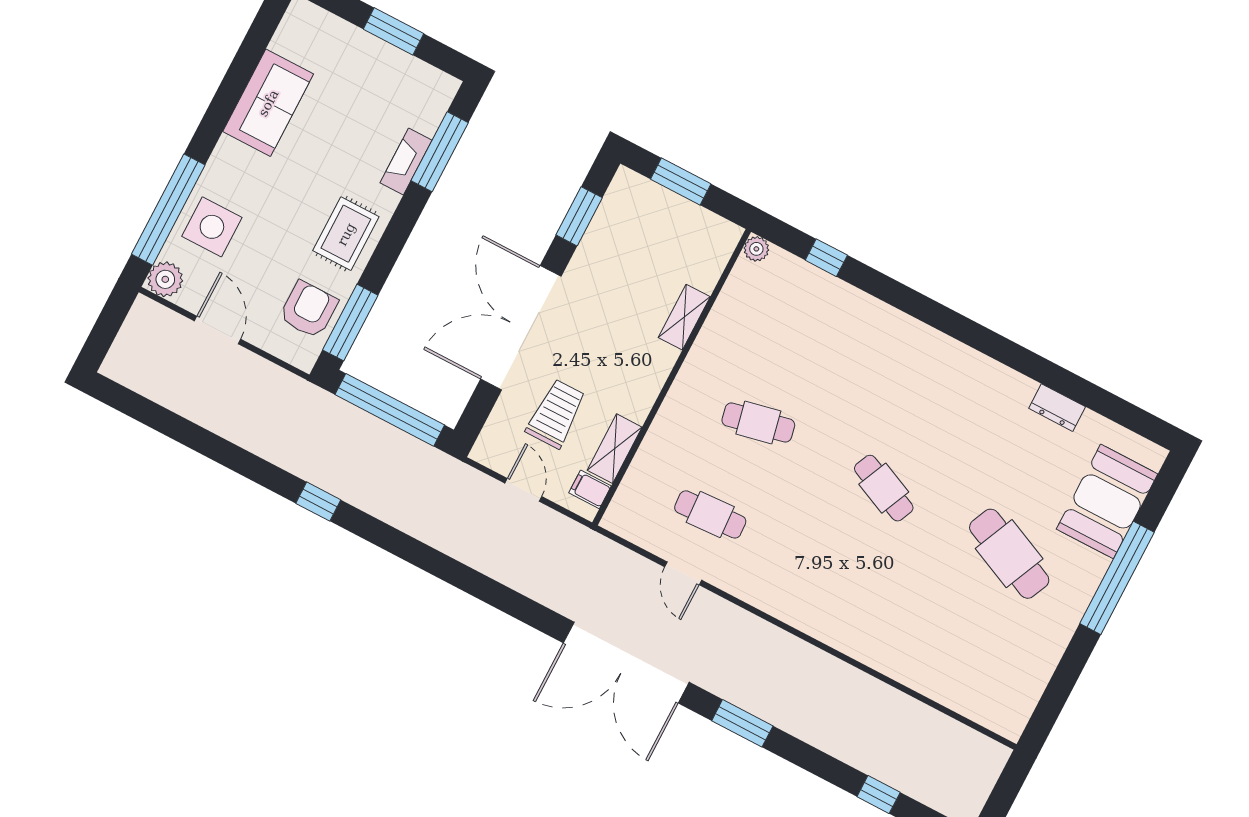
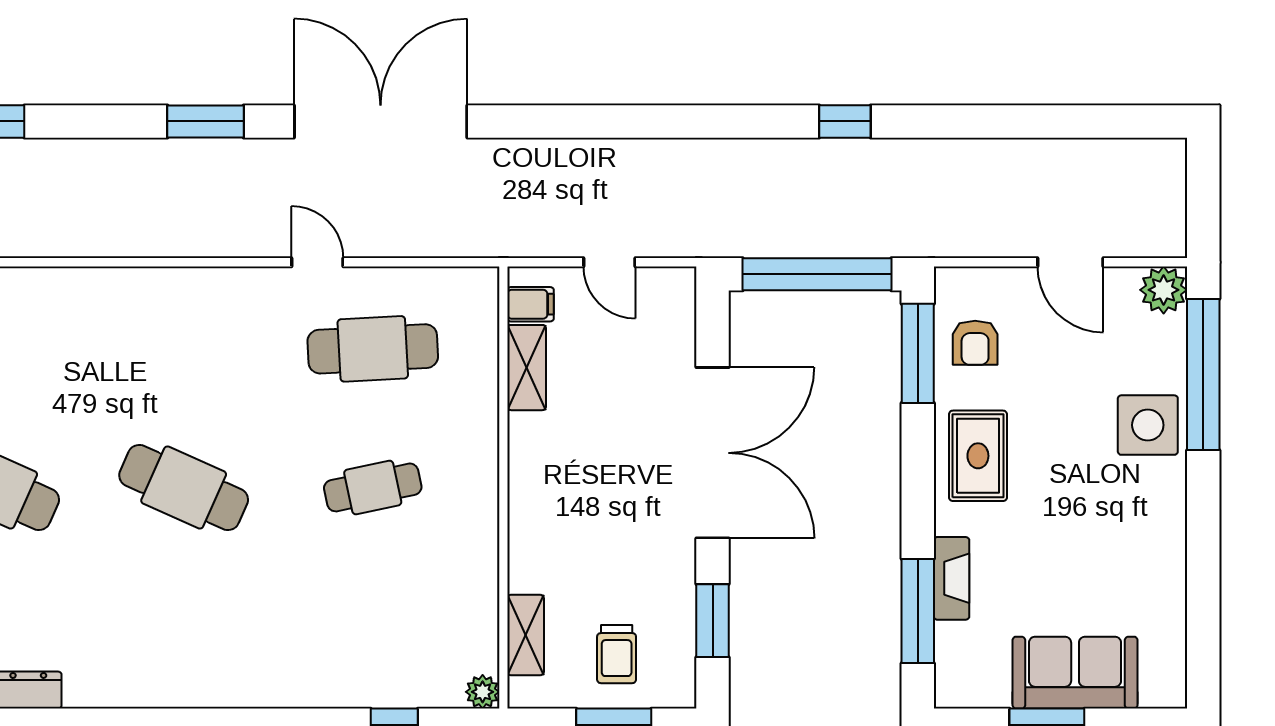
sofa: (268, 103) -> (1075, 673), moved, turned 90
side table: (212, 227) -> (1148, 425), moved
armchair: (309, 310) -> (975, 343), width x0.72, depth x0.72
shelving: (684, 317) -> (526, 635), moved
trolley: (556, 414) -> (617, 654), moved, width x0.73, depth x0.72
cafe table: (884, 488) -> (184, 487), width x1.37, depth x1.35
cafe table: (710, 514) -> (373, 349), width x1.37, depth x1.35
door: (683, 573) -> (317, 262), moved

